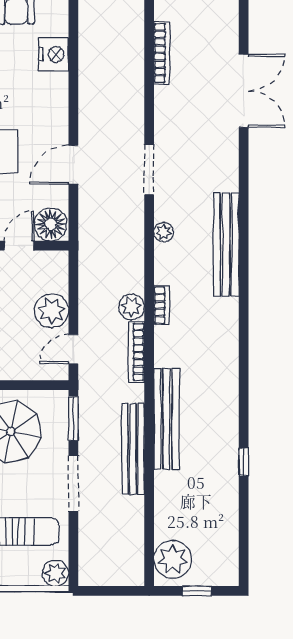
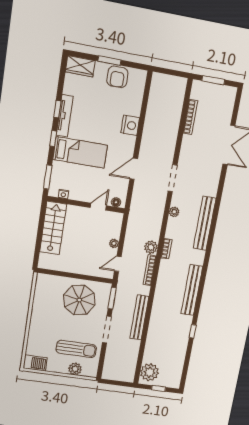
nightstand: (54, 54) -> (130, 125), moved
floor lamp: (51, 224) -> (116, 202), width x0.53, depth x0.53
plant: (52, 311) -> (114, 243), width x0.53, depth x0.53
bench: (166, 419) -> (192, 290), moved
plant: (56, 573) -> (75, 369), moved

